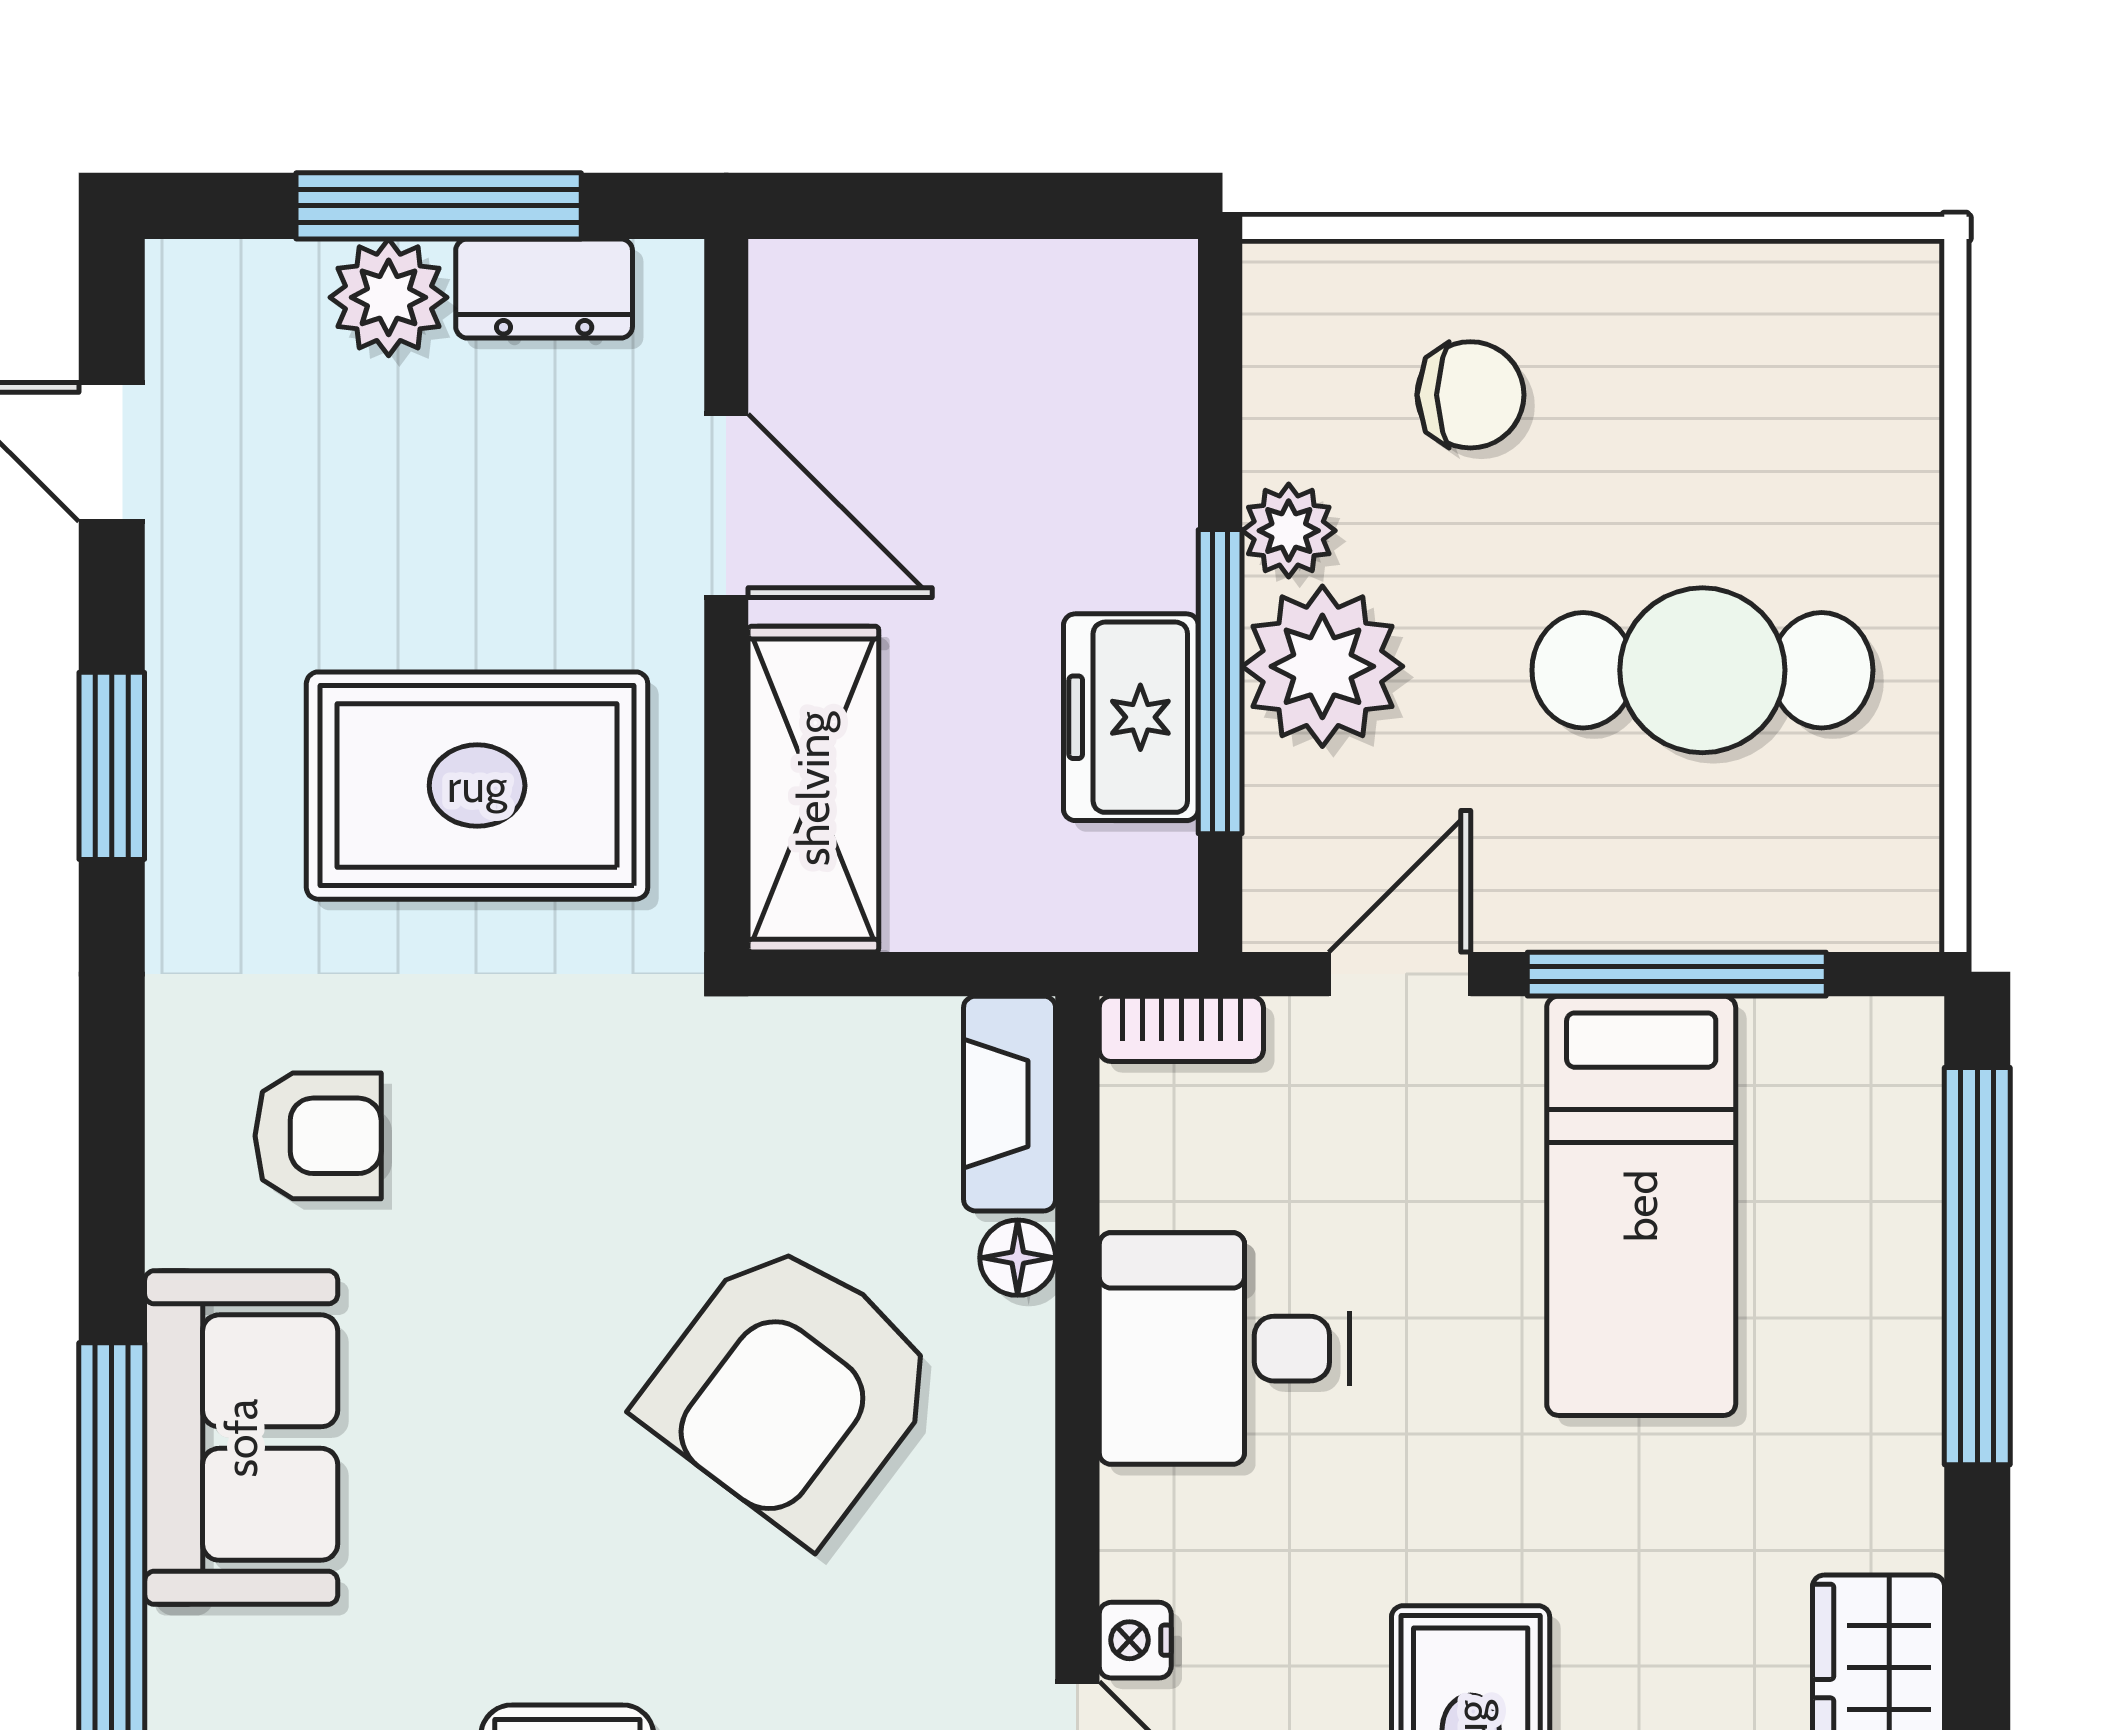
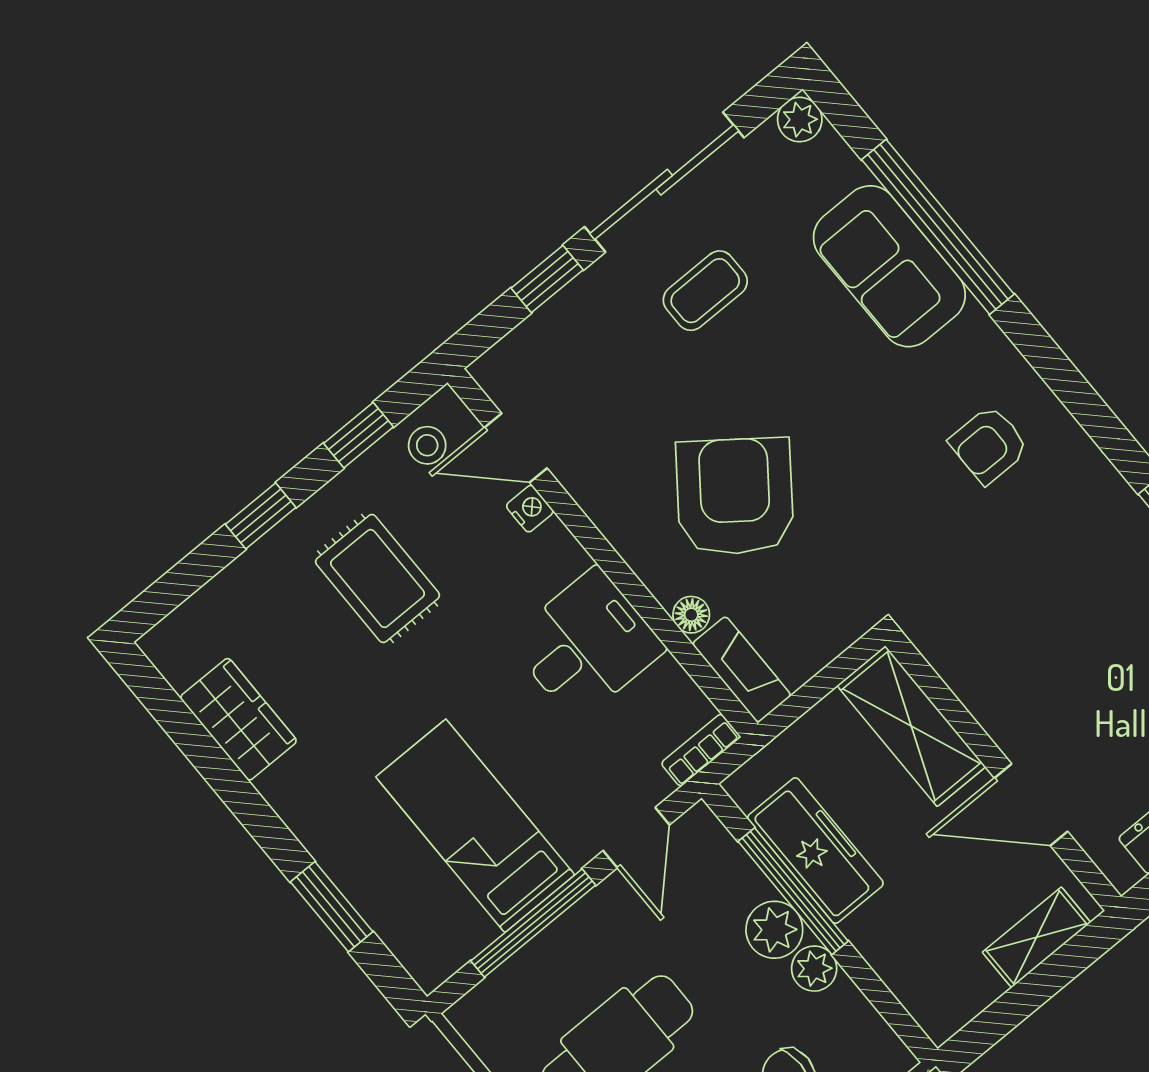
shelving: (893, 287) -> (1036, 937), added
plant: (1322, 666) -> (774, 930), width x0.73, depth x0.73
freezer: (1131, 717) -> (815, 851), width x1.40
rug: (477, 786) -> (1038, 624), removed
window: (1977, 1266) -> (332, 907), width x0.47
sofa: (241, 1438) -> (889, 266), moved

